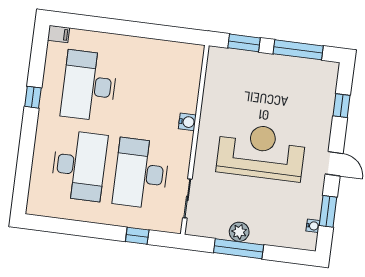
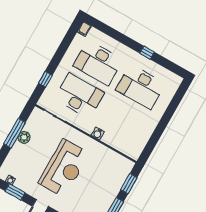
filing cabinet: (58, 34) -> (84, 29), moved
desk: (89, 86) -> (141, 87), turned 180

